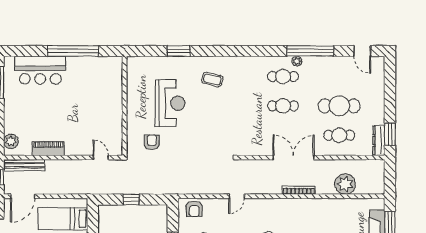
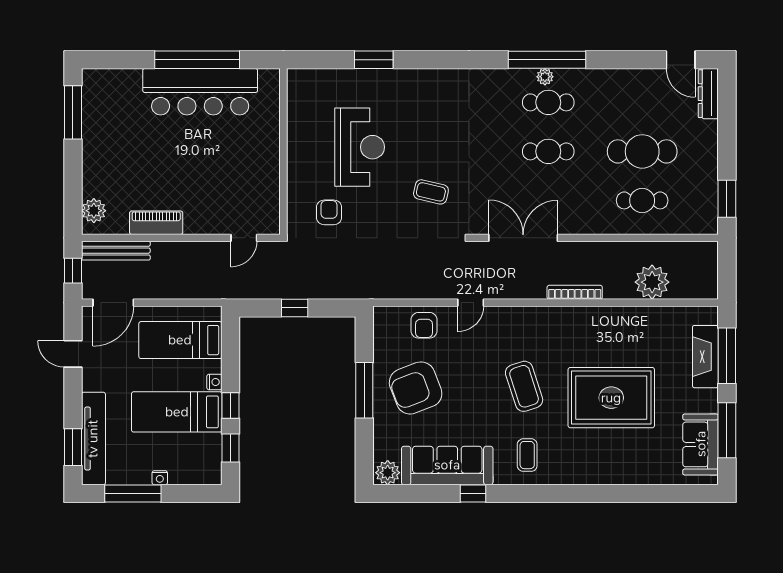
window: (310, 51) -> (547, 60), moved
plant: (297, 61) -> (545, 77), moved
bar counter: (40, 70) -> (200, 92), moved, width x1.36
coffee table: (212, 79) -> (431, 192), moved
dresser: (379, 140) -> (708, 94), moved
door: (101, 158) -> (244, 238), swing flipped
double door: (294, 158) -> (523, 238), moved
armchair: (194, 209) -> (424, 325), moved

